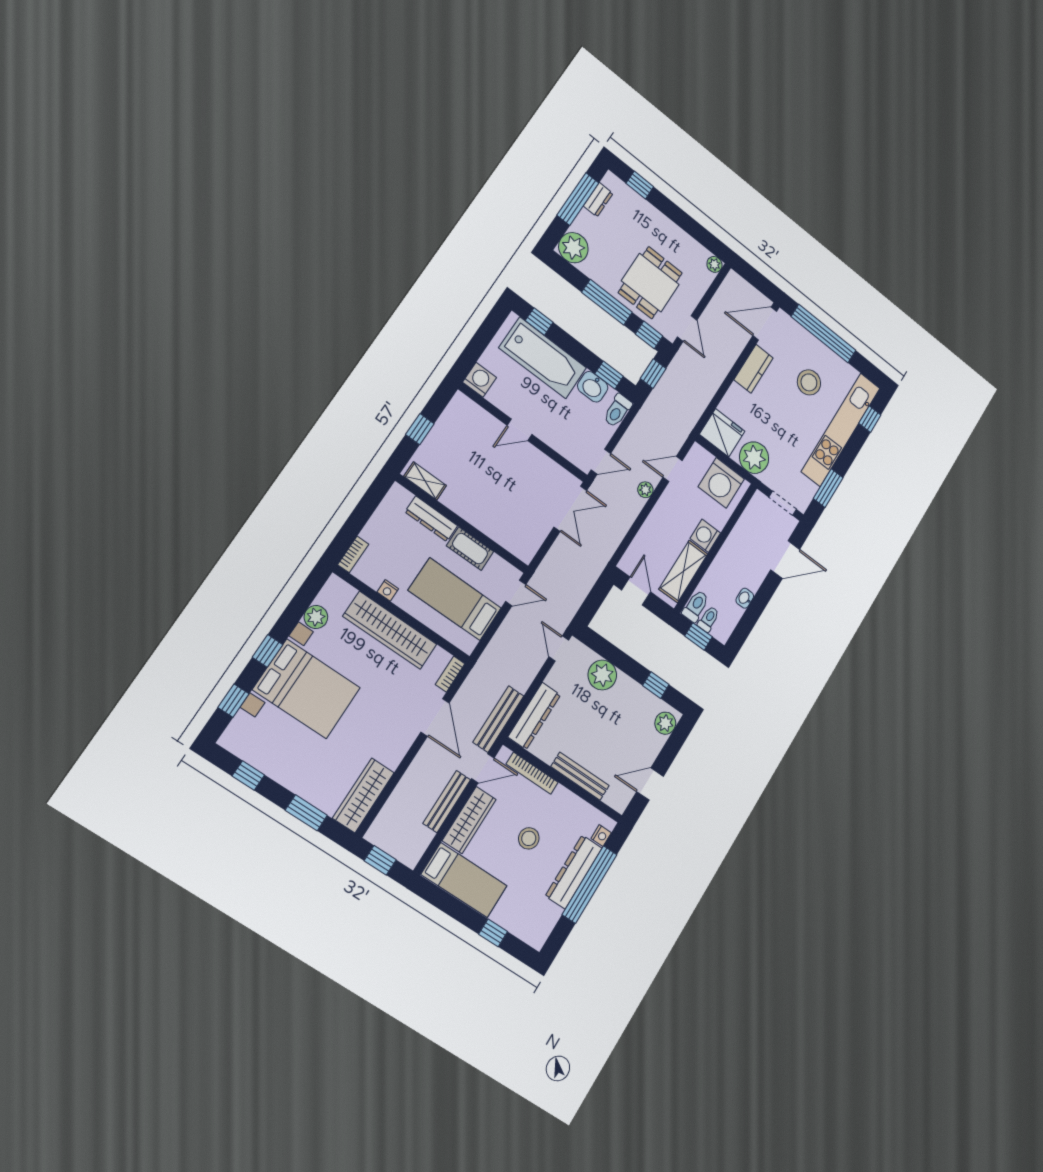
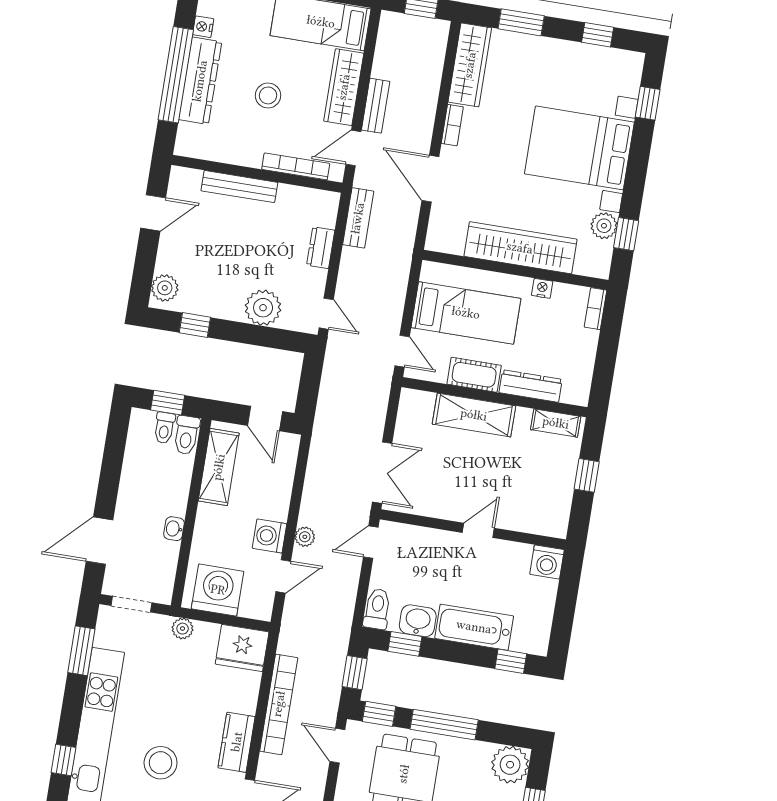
bathtub: (543, 358) -> (474, 627), width x0.73, depth x0.73
bookcase: (714, 380) -> (279, 704), added
plant: (754, 458) -> (183, 629), width x0.53, depth x0.53
double door: (570, 509) -> (382, 473), swing flipped
shelving: (484, 518) -> (474, 415), added
washing machine: (705, 536) -> (269, 536), moved, turned 180
door: (516, 593) -> (402, 351), swing flipped
washbasin: (745, 598) -> (174, 529), moved, turned 180
window: (268, 651) -> (626, 234), moved
bookcase: (450, 674) -> (452, 125), moved
dresser: (534, 716) -> (321, 248), width x0.51, depth x0.80
bench: (498, 719) -> (358, 218), width x0.73
bench: (447, 802) -> (376, 106), width x0.73
nightstand: (601, 836) -> (203, 27), moved

